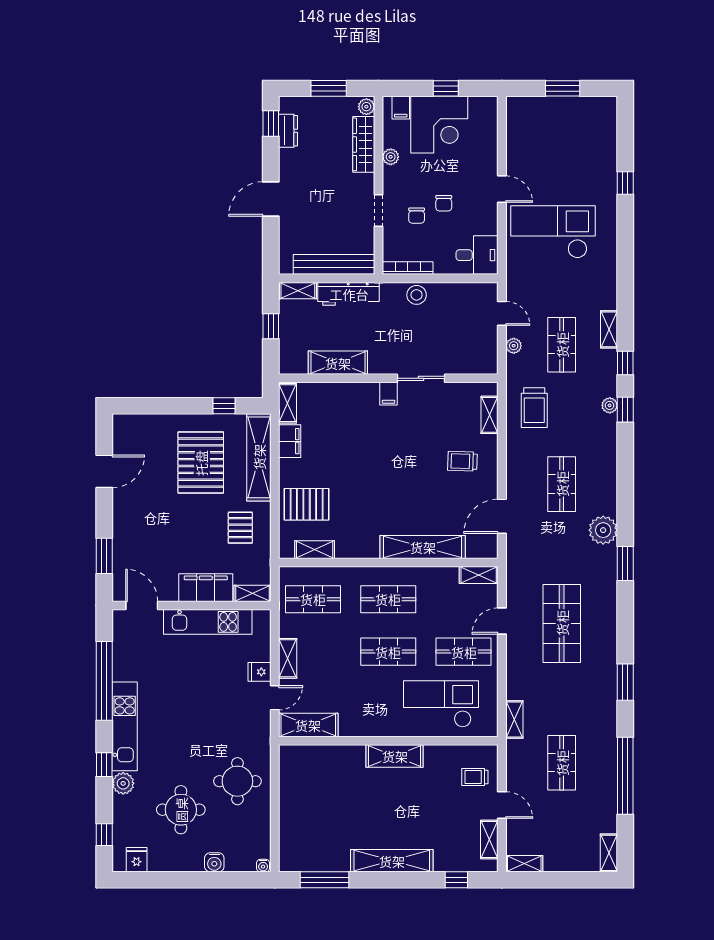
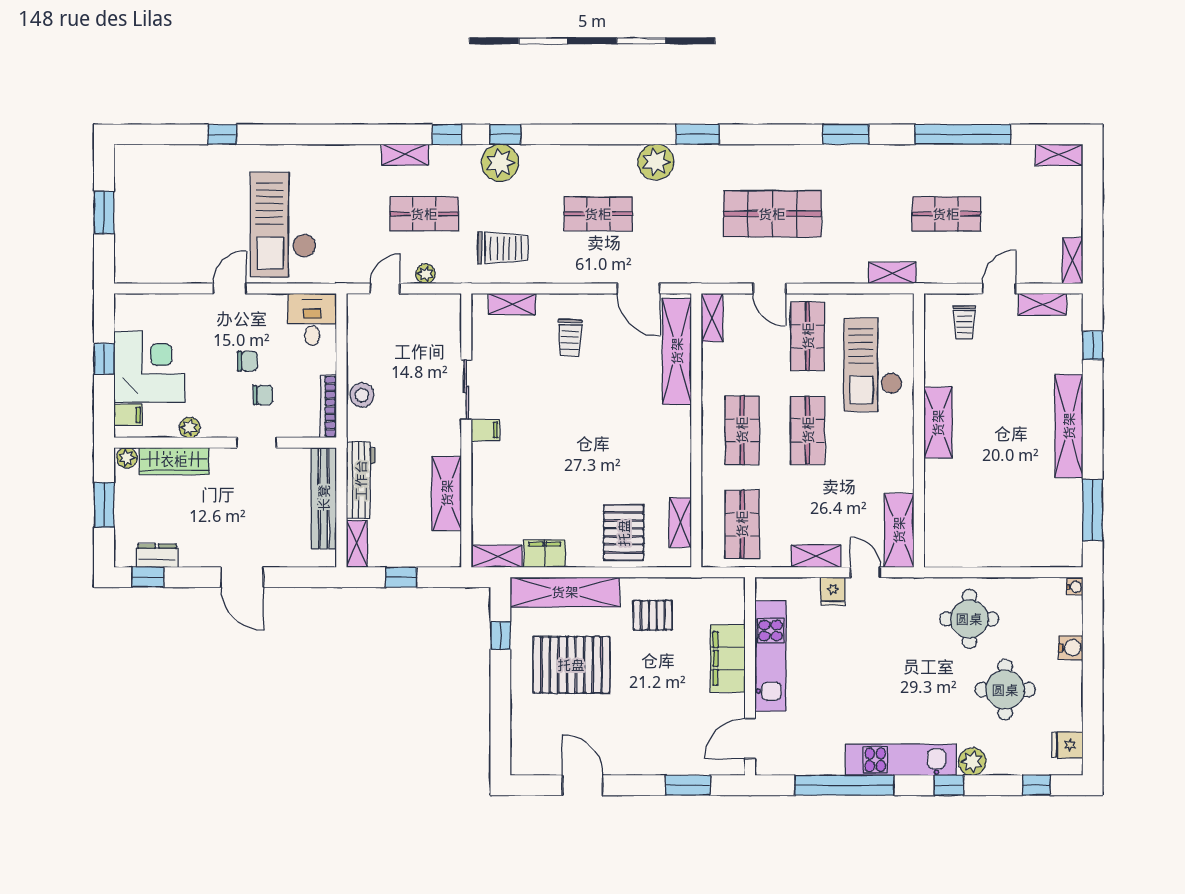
plant: (610, 405) -> (500, 163), width x1.87, depth x1.87
shelving: (423, 547) -> (677, 351), moved
shelving: (252, 593) -> (735, 600), removed

